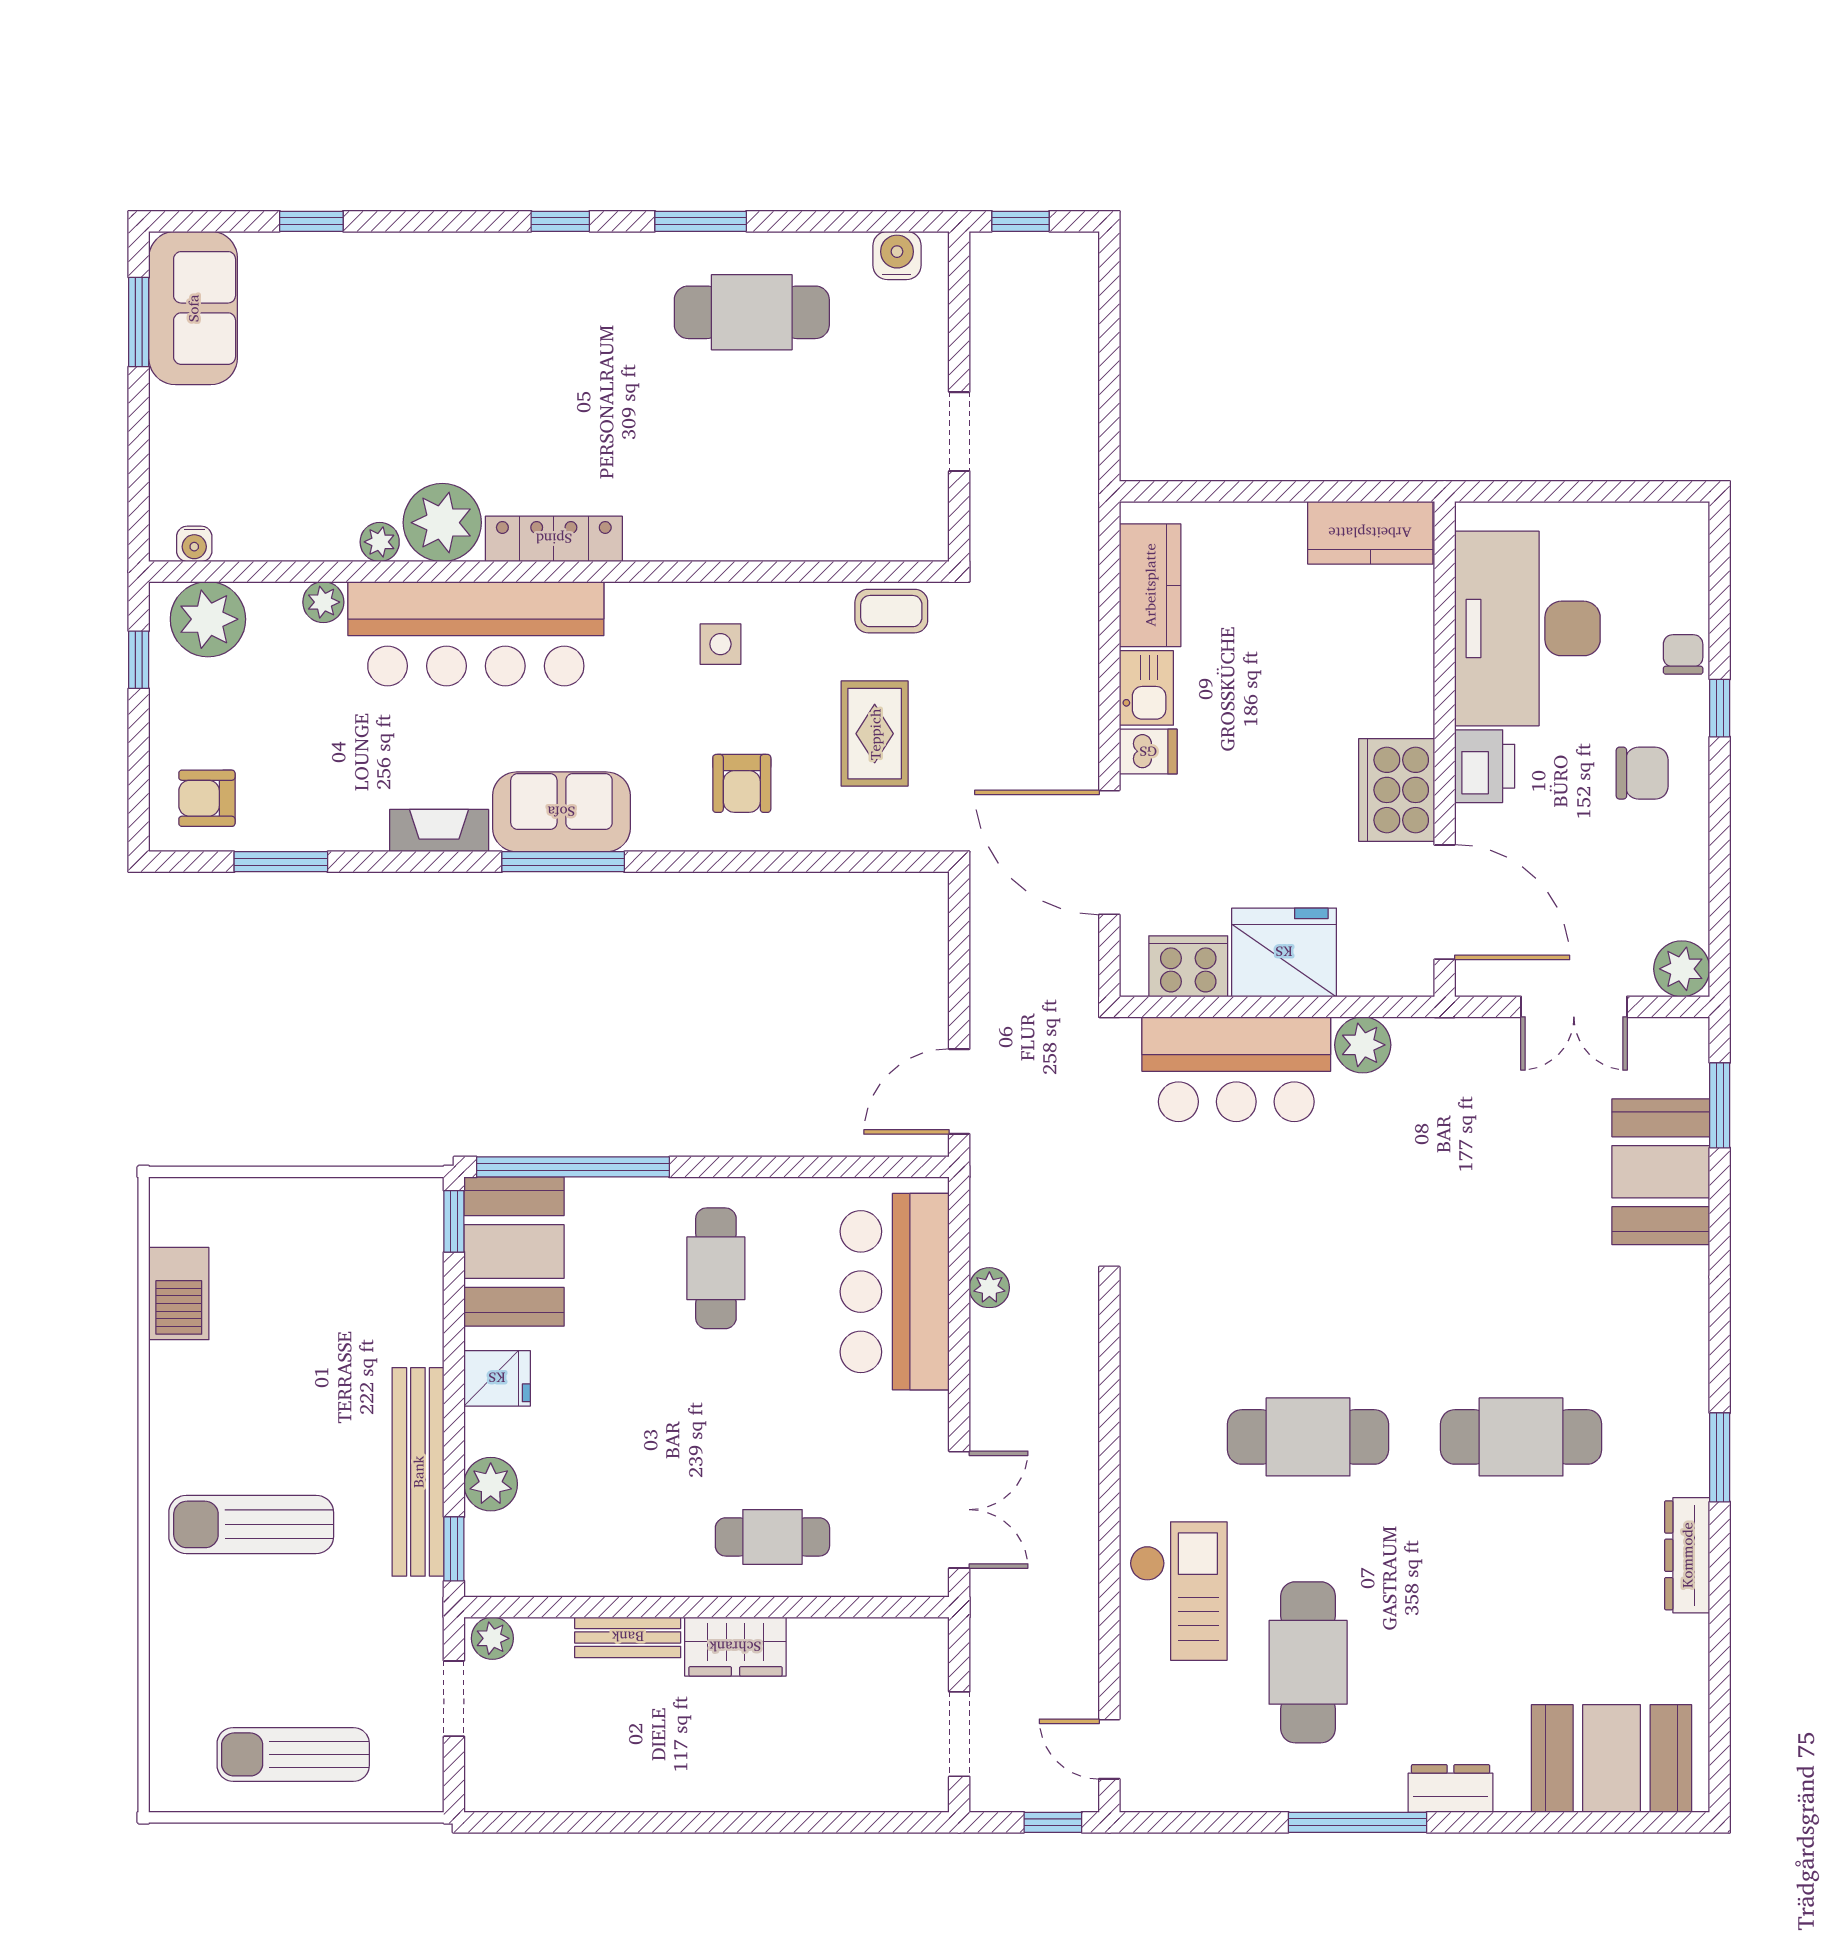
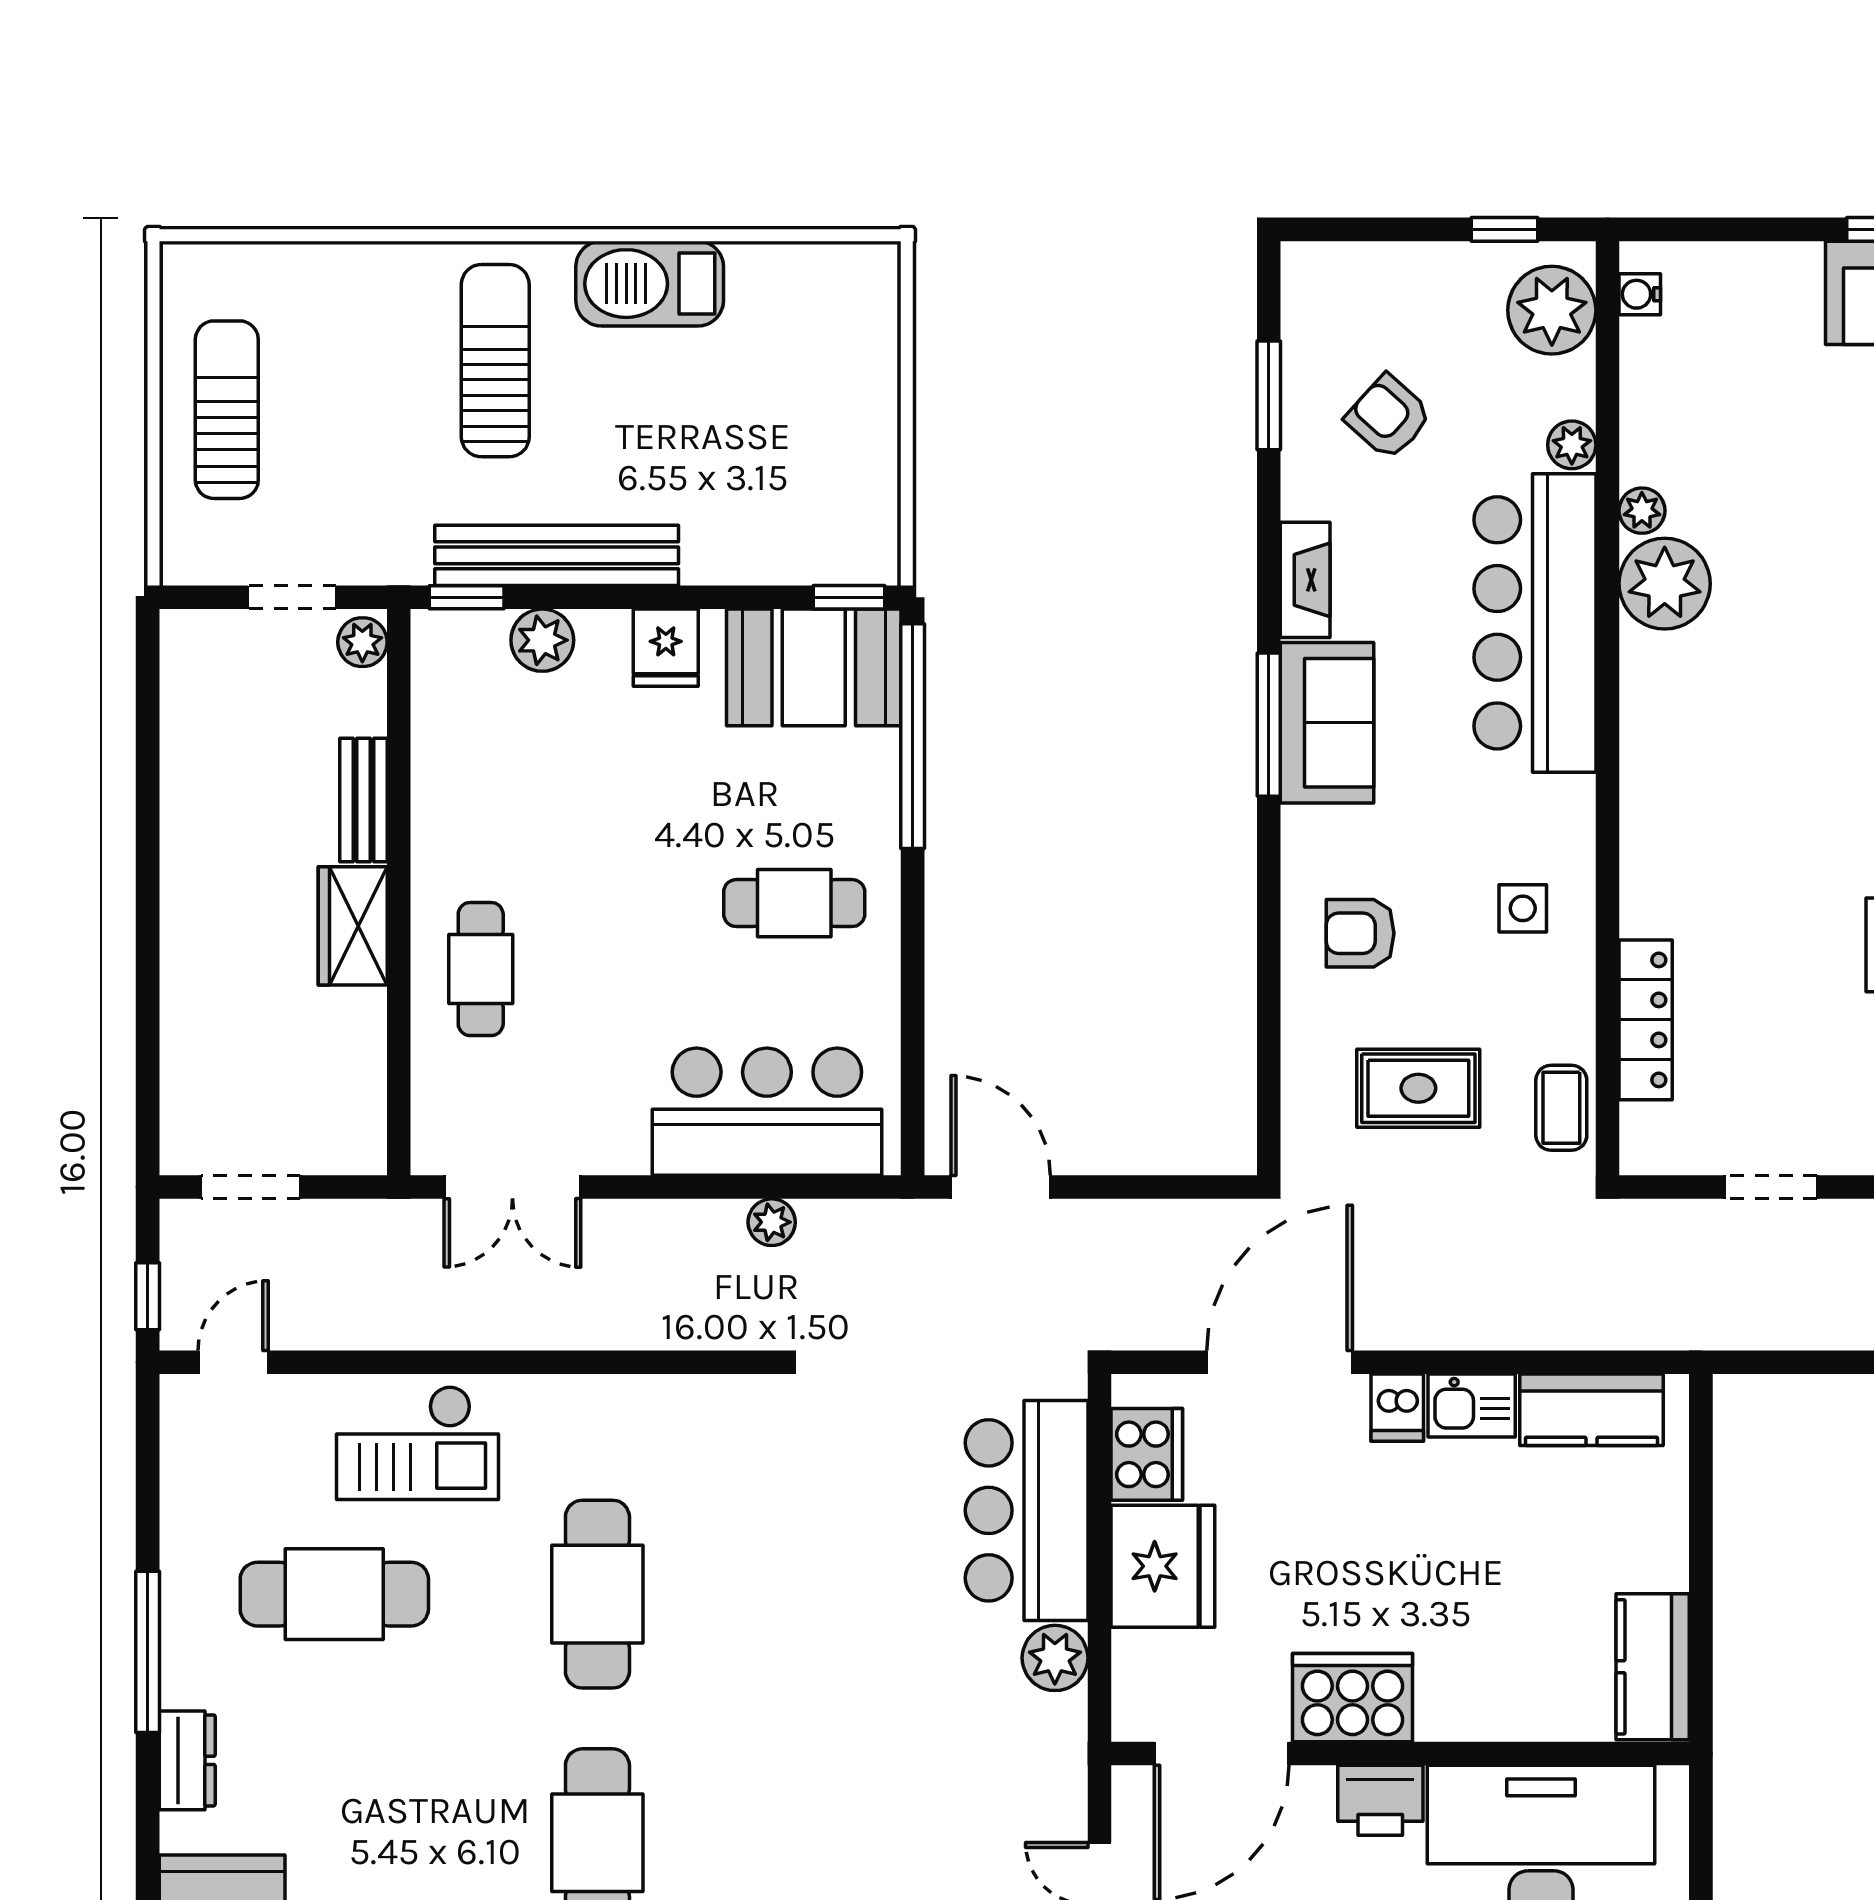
locker: (554, 539) -> (1646, 1020), moved
armchair: (207, 798) -> (1389, 417), moved, turned -48
barbecue: (179, 1294) -> (650, 284), moved, width x1.37, depth x1.21

